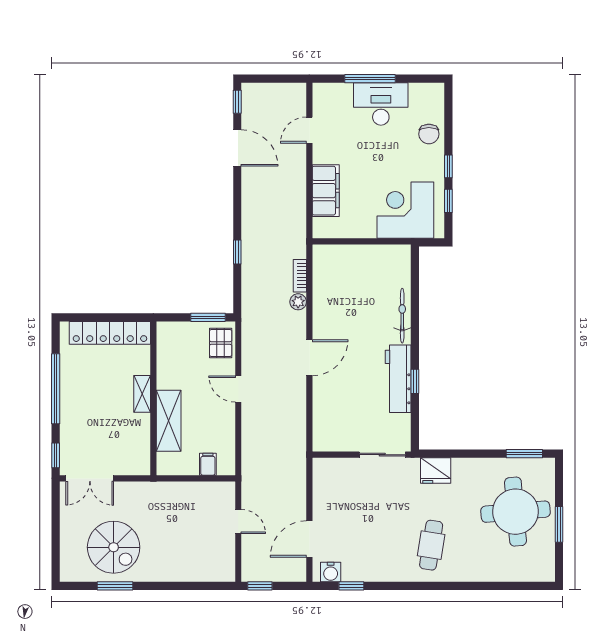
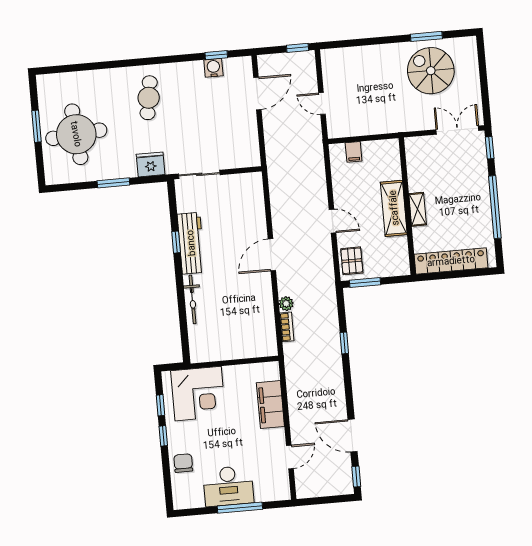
shelving: (169, 421) -> (394, 208), moved
window: (524, 454) -> (113, 183), moved
water cooler: (331, 572) -> (213, 68), moved

